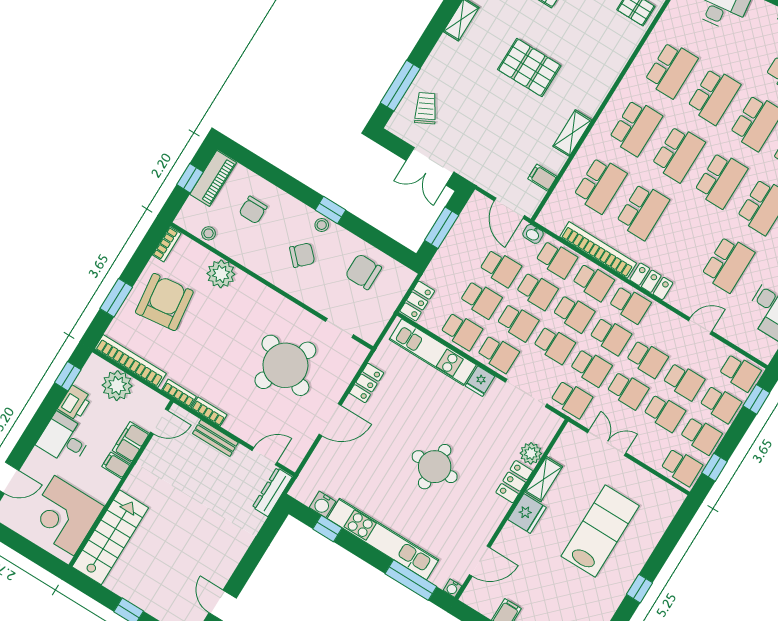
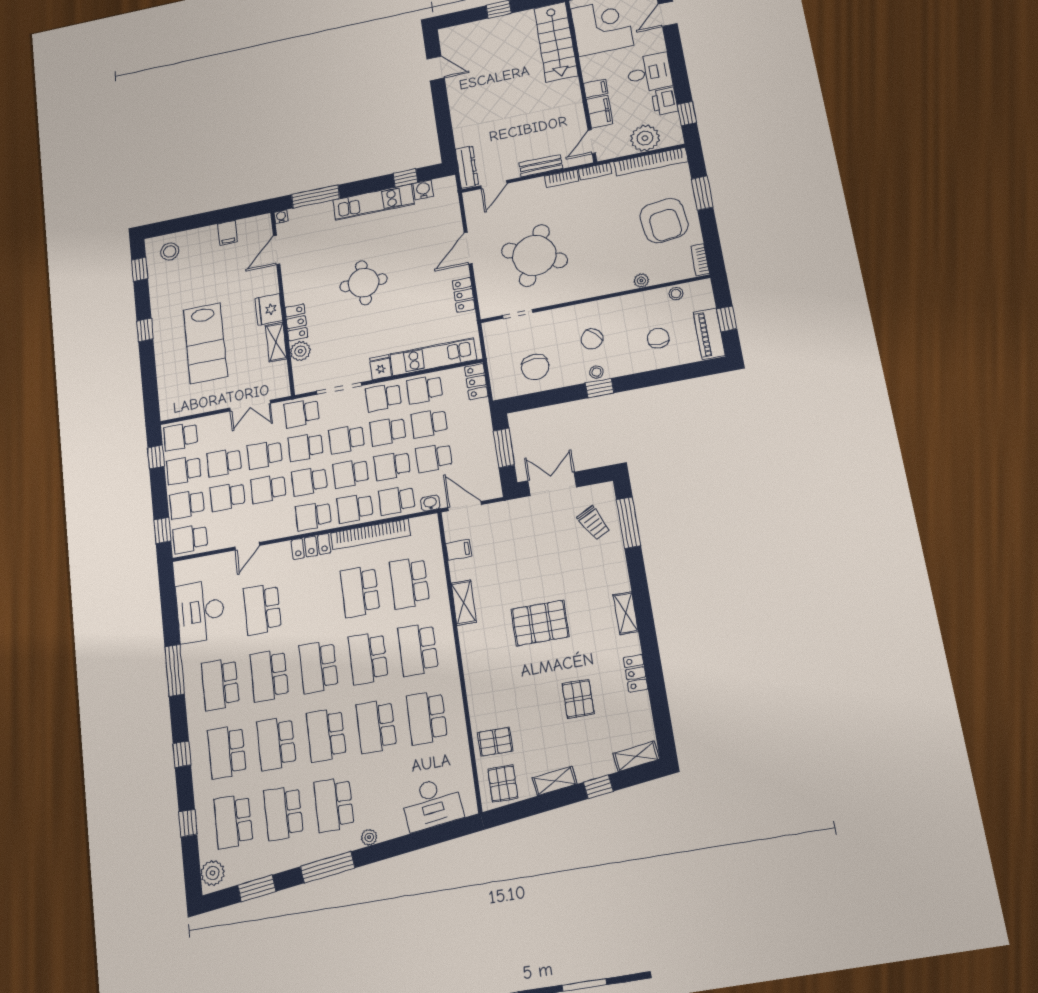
chair: (363, 272) -> (535, 367), turned 90
plant: (221, 274) -> (641, 281), width x0.53, depth x0.53
kitchen unit: (383, 539) -> (373, 202), width x0.73

